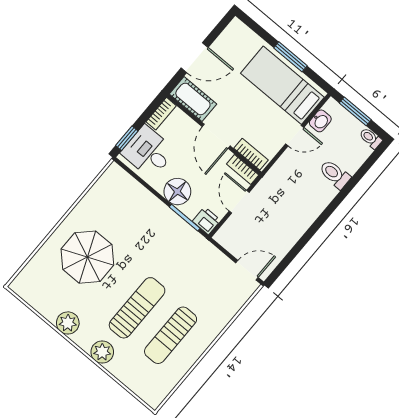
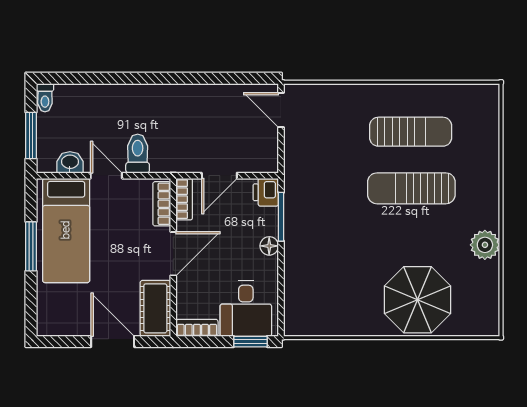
toilet: (335, 174) -> (138, 154), moved, turned 180
floor lamp: (177, 192) -> (269, 246), width x0.53, depth x0.53
parasol: (87, 257) -> (417, 300), moved
plant: (102, 352) -> (485, 186), removed

